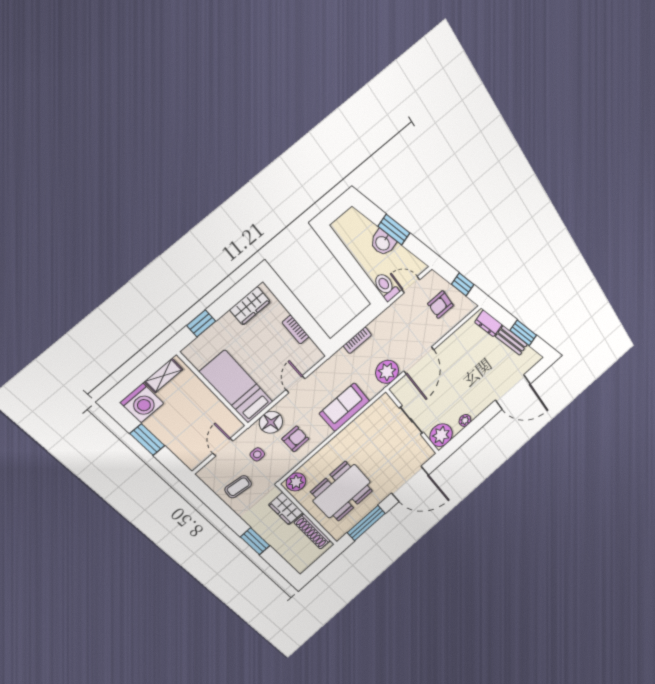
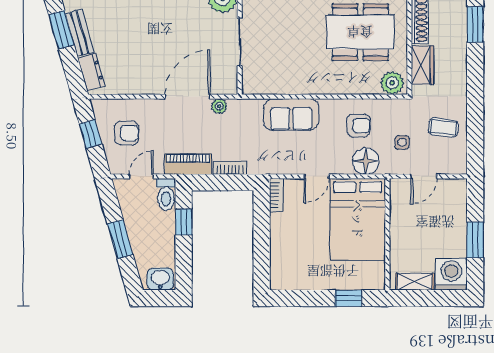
washbasin: (383, 243) -> (160, 279), moved, turned -74
window: (360, 278) -> (184, 222), added
door: (411, 285) -> (141, 176), swing flipped
wardrobe: (250, 306) -> (297, 279), removed
piano: (386, 319) -> (188, 164), added
bookcase: (296, 330) -> (276, 195), moved
plant: (387, 372) -> (219, 106), width x0.53, depth x0.53
bed: (237, 387) -> (358, 219), width x1.50
armchair: (295, 439) -> (358, 125), turned 180
window: (255, 541) -> (475, 25), moved

